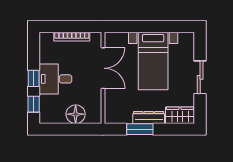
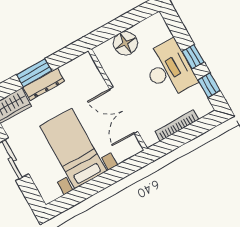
desk: (55, 79) -> (169, 69), width x1.37
window: (34, 104) -> (209, 85), moved
window: (140, 129) -> (34, 73), moved

